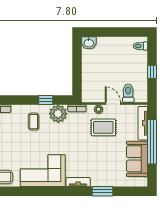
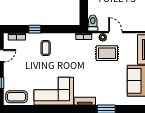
toilet: (128, 93) -> (93, 23), moved
window: (46, 100) -> (35, 29), moved
plant: (58, 114) -> (67, 41), removed

